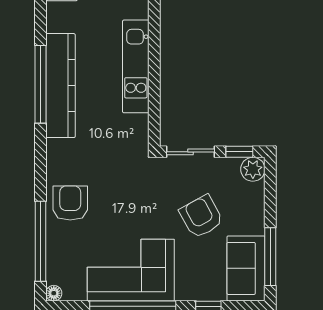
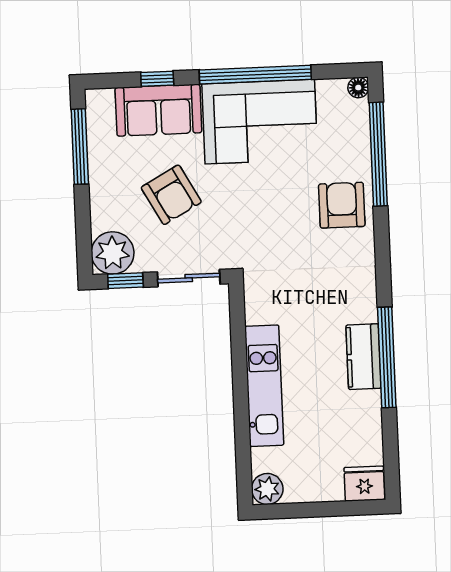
kitchen counter: (60, 86) -> (364, 357), width x0.48, depth x0.86
plant: (253, 169) -> (113, 253), width x1.36, depth x1.36
armchair: (70, 203) -> (342, 205), turned 180
sofa: (246, 268) -> (158, 110), moved, turned 90

